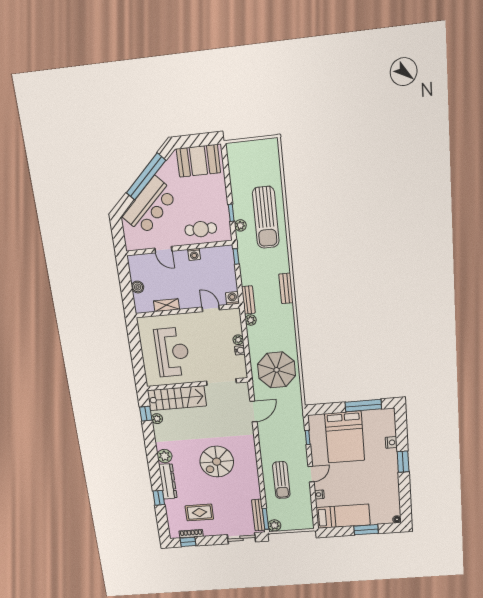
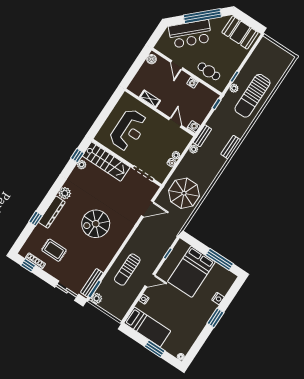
boiler: (138, 287) -> (151, 59), moved

